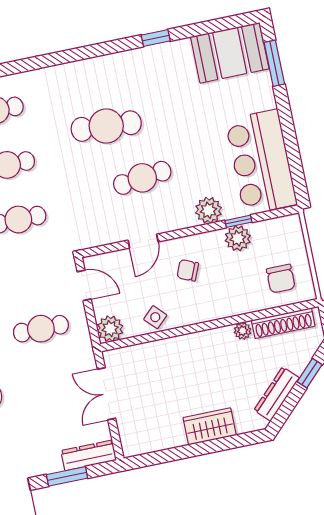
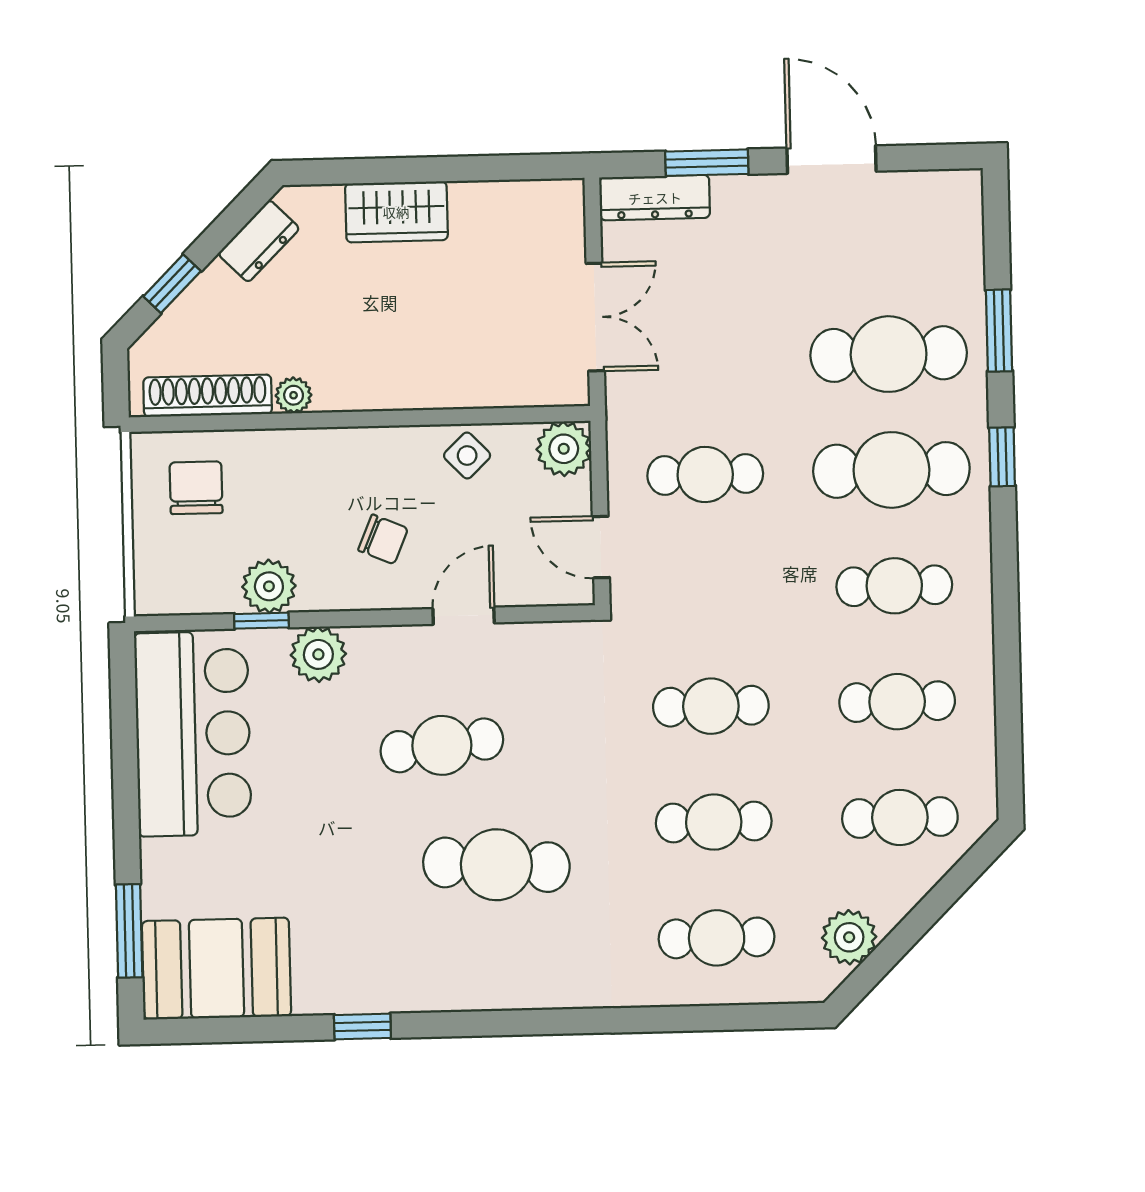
dresser: (277, 394) -> (259, 241), width x0.70

